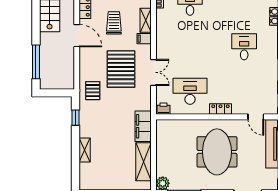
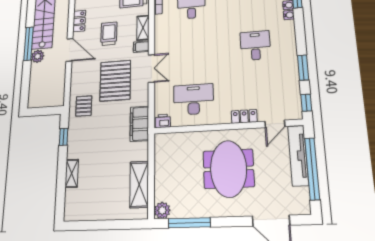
plant: (46, 39) -> (38, 56), added
window: (36, 62) -> (28, 44), moved
double door: (154, 72) -> (151, 68), moved
locker: (220, 109) -> (244, 116), moved
door: (256, 117) -> (275, 124), hinge flipped
filing cabinet: (143, 126) -> (139, 124), moved

